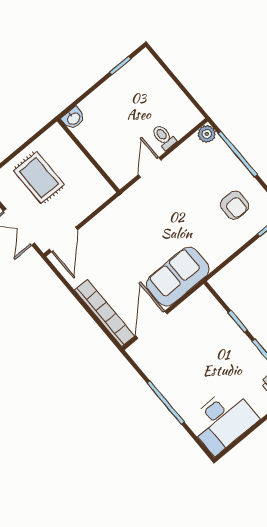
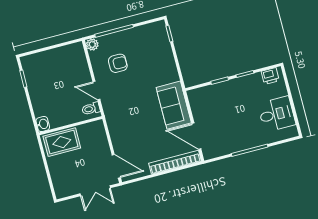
toilet: (164, 137) -> (91, 109), moved
rug: (39, 178) -> (62, 142), moved
armchair: (235, 205) -> (118, 63), moved
desk: (223, 421) -> (277, 114), width x0.73

